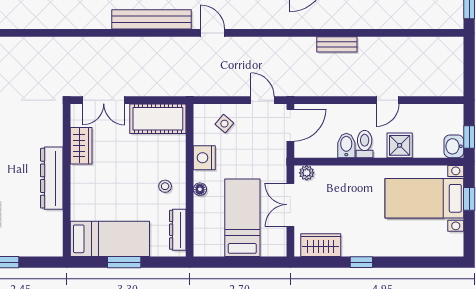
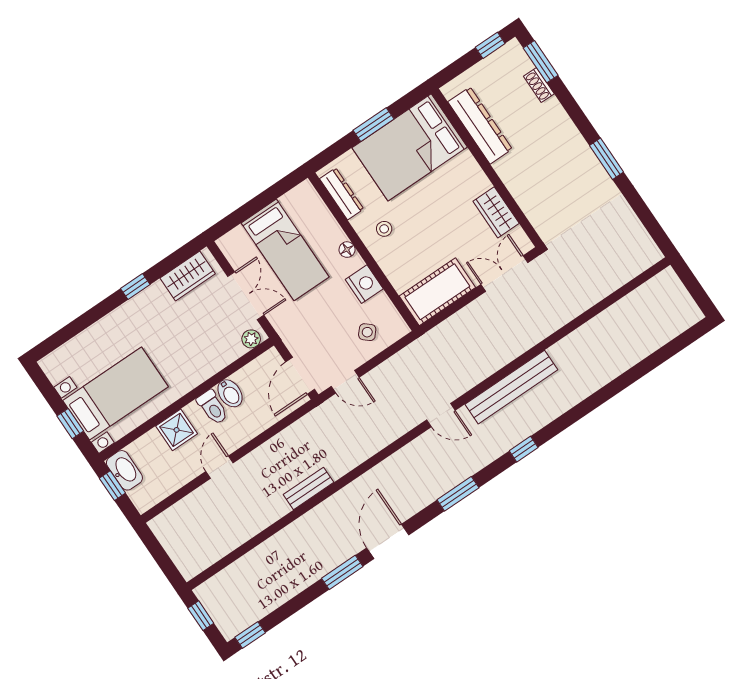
washbasin: (454, 146) -> (124, 470), width x1.38
dresser: (52, 178) -> (480, 125), moved
bed: (110, 239) -> (410, 147), width x1.50

